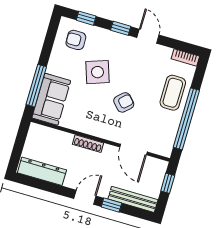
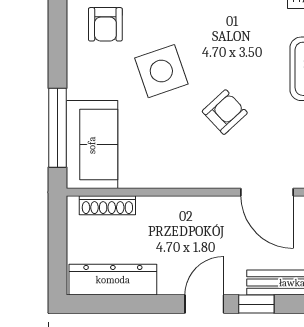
armchair: (76, 40) -> (105, 24), turned -89
shoe rack: (88, 144) -> (107, 205), moved

